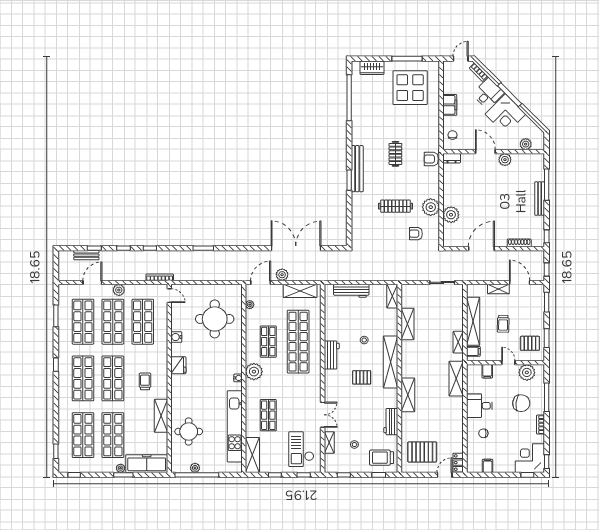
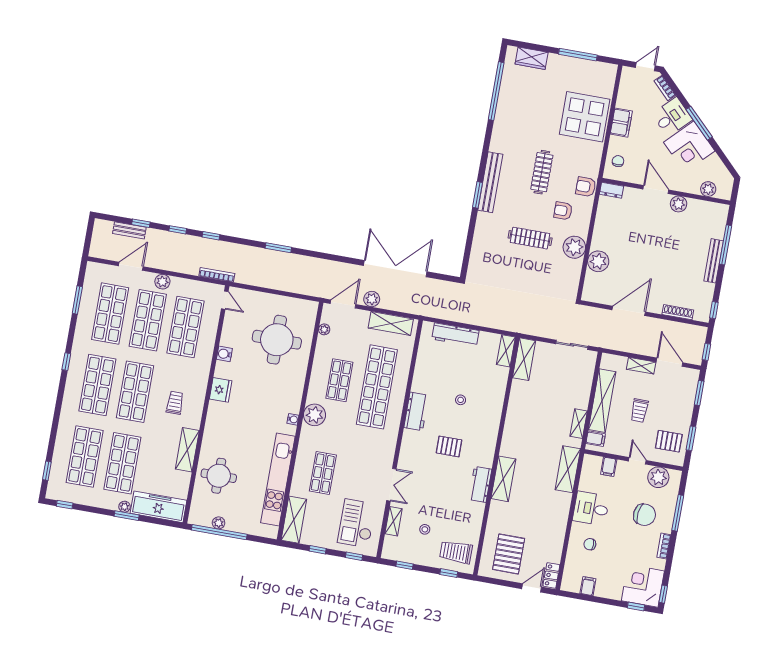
display table: (410, 88) -> (585, 117), moved
clothes rail: (395, 154) -> (542, 172), width x1.36
armchair: (416, 234) -> (563, 211), moved
shelving: (407, 324) -> (524, 359), moved
shelving: (391, 362) -> (489, 433), removed
workbench: (391, 422) -> (480, 484), moved
pallet: (422, 452) -> (509, 554), turned 90

